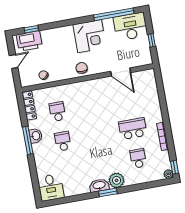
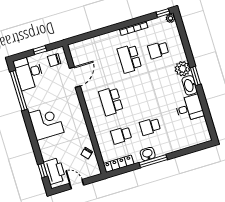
corner desk: (90, 36) -> (46, 123), moved
chair: (82, 68) -> (54, 60), moved
school desk: (92, 105) -> (111, 101), added
desk: (51, 187) -> (189, 108), moved

